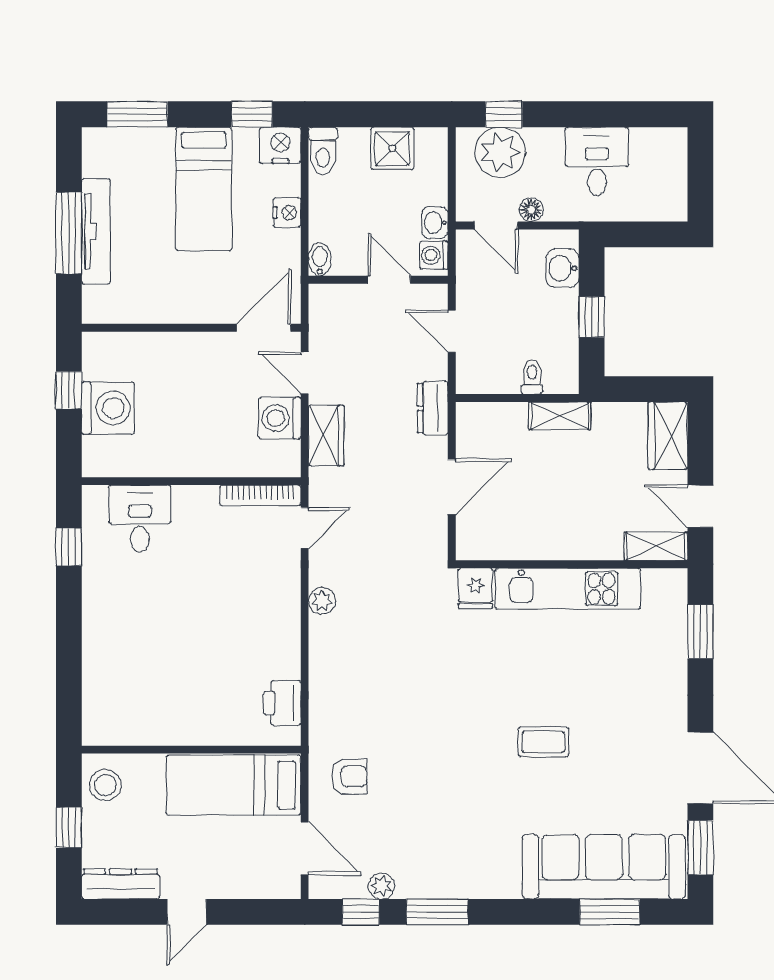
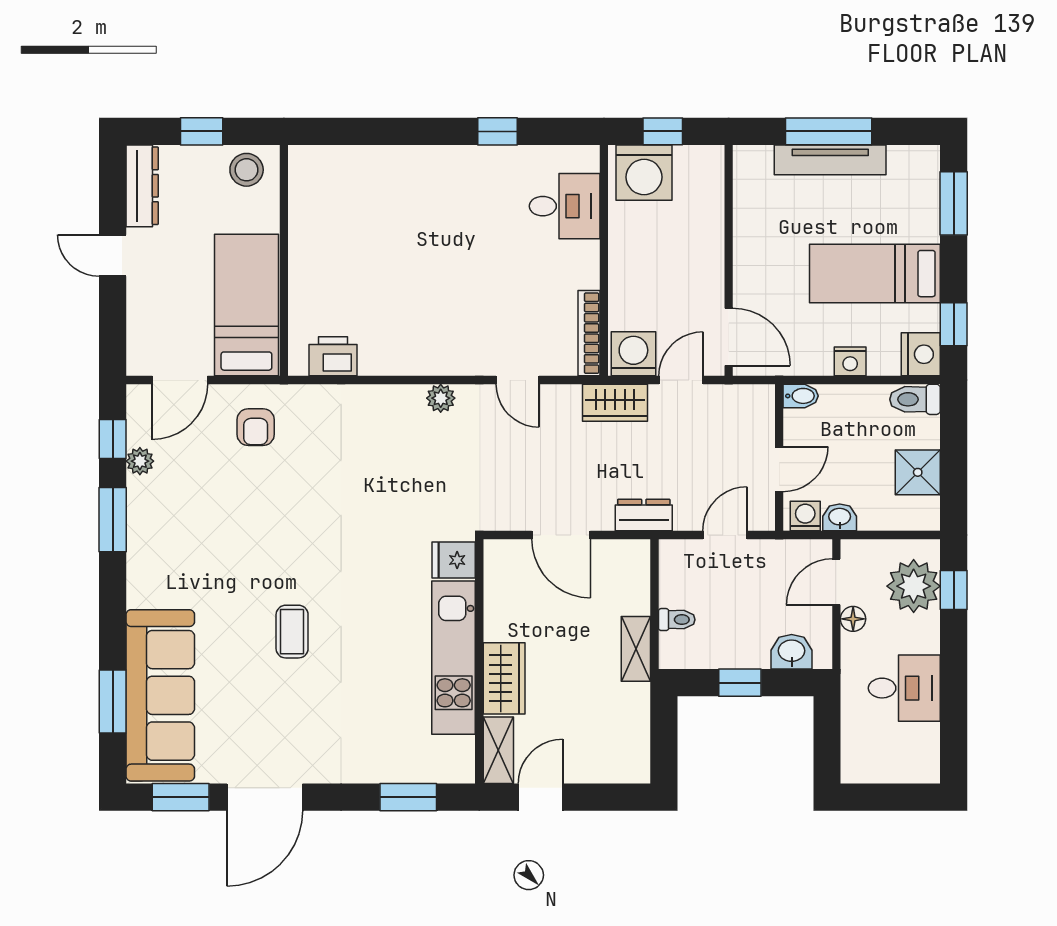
wardrobe: (668, 436) -> (504, 678), moved, turned 90
wall: (191, 481) -> (604, 260), moved
bookcase: (260, 495) -> (589, 333), moved
desk: (140, 518) -> (565, 206), moved

